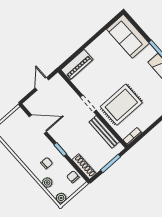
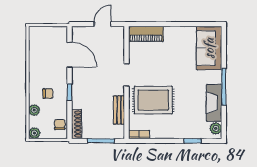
bench: (104, 132) -> (119, 110), width x0.73

